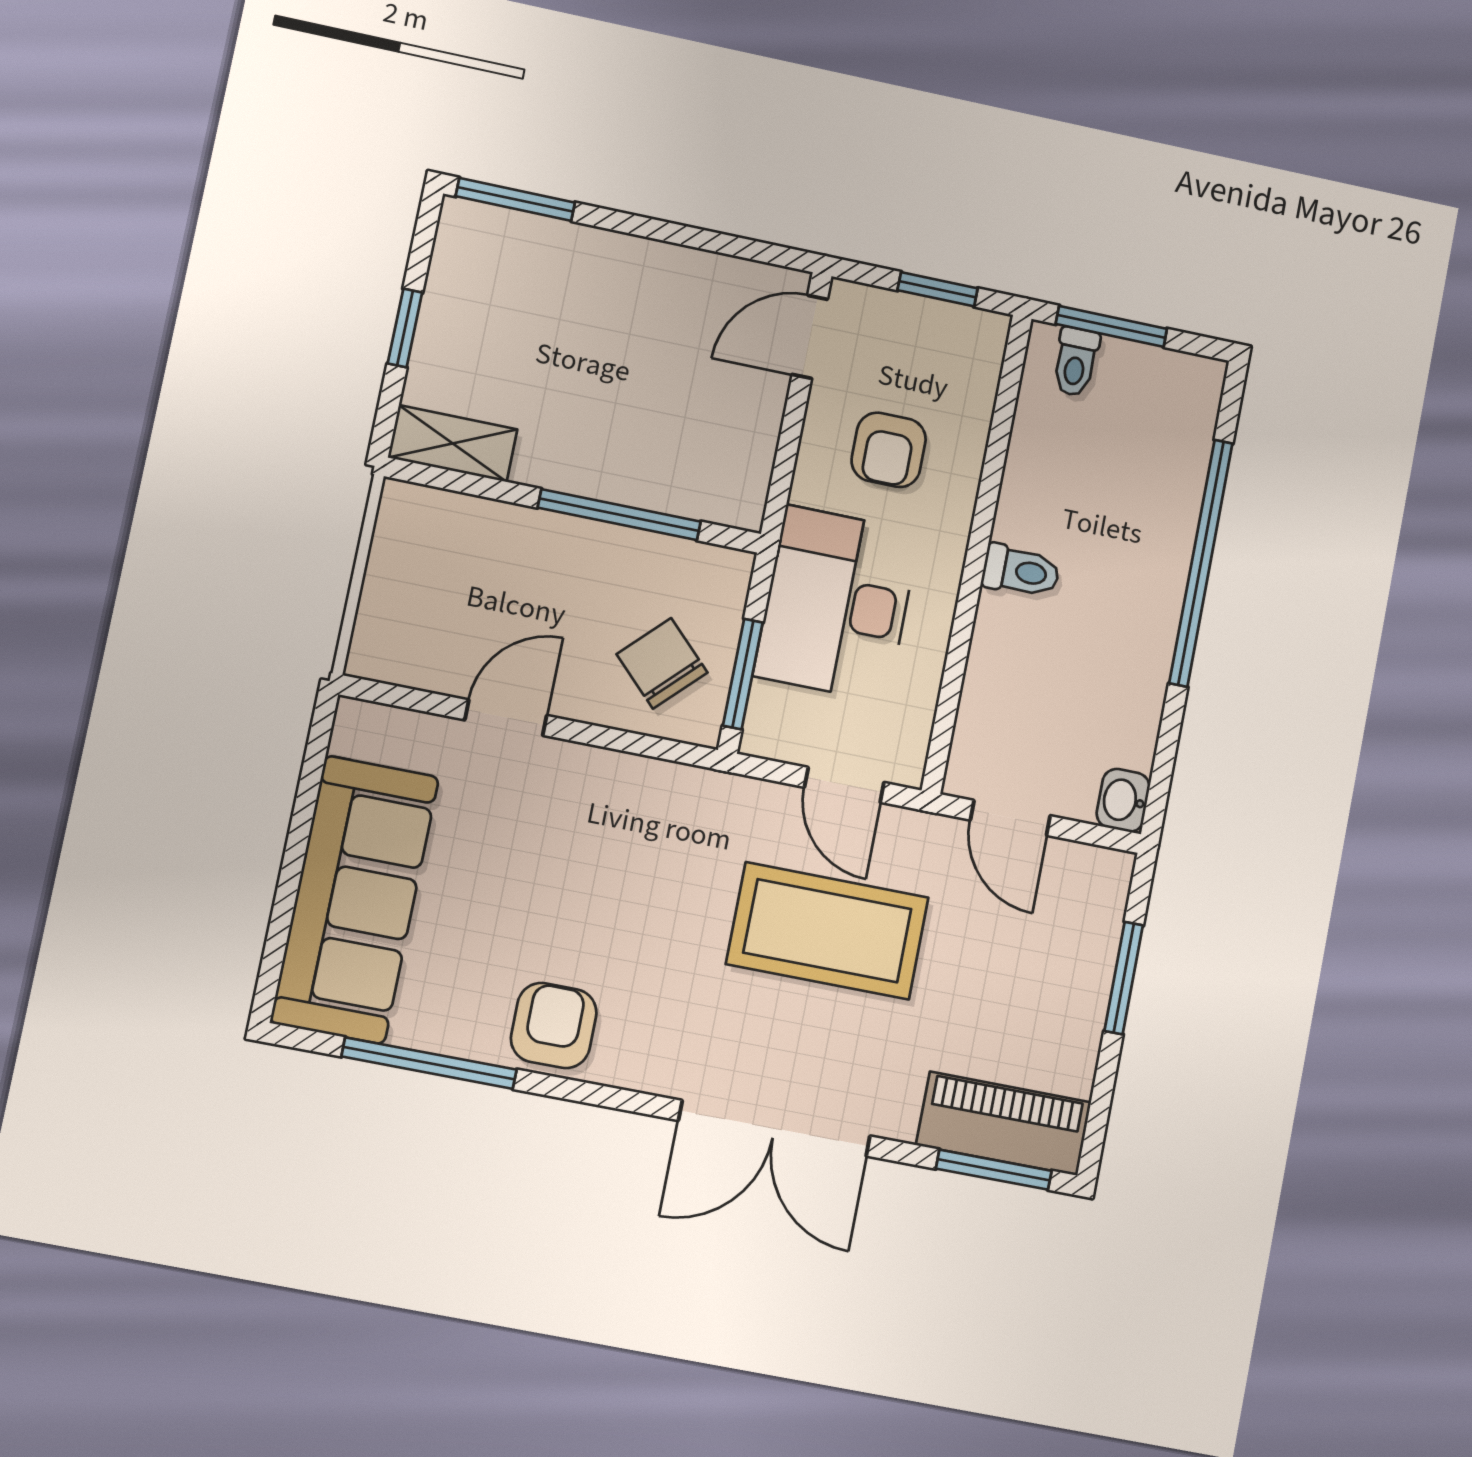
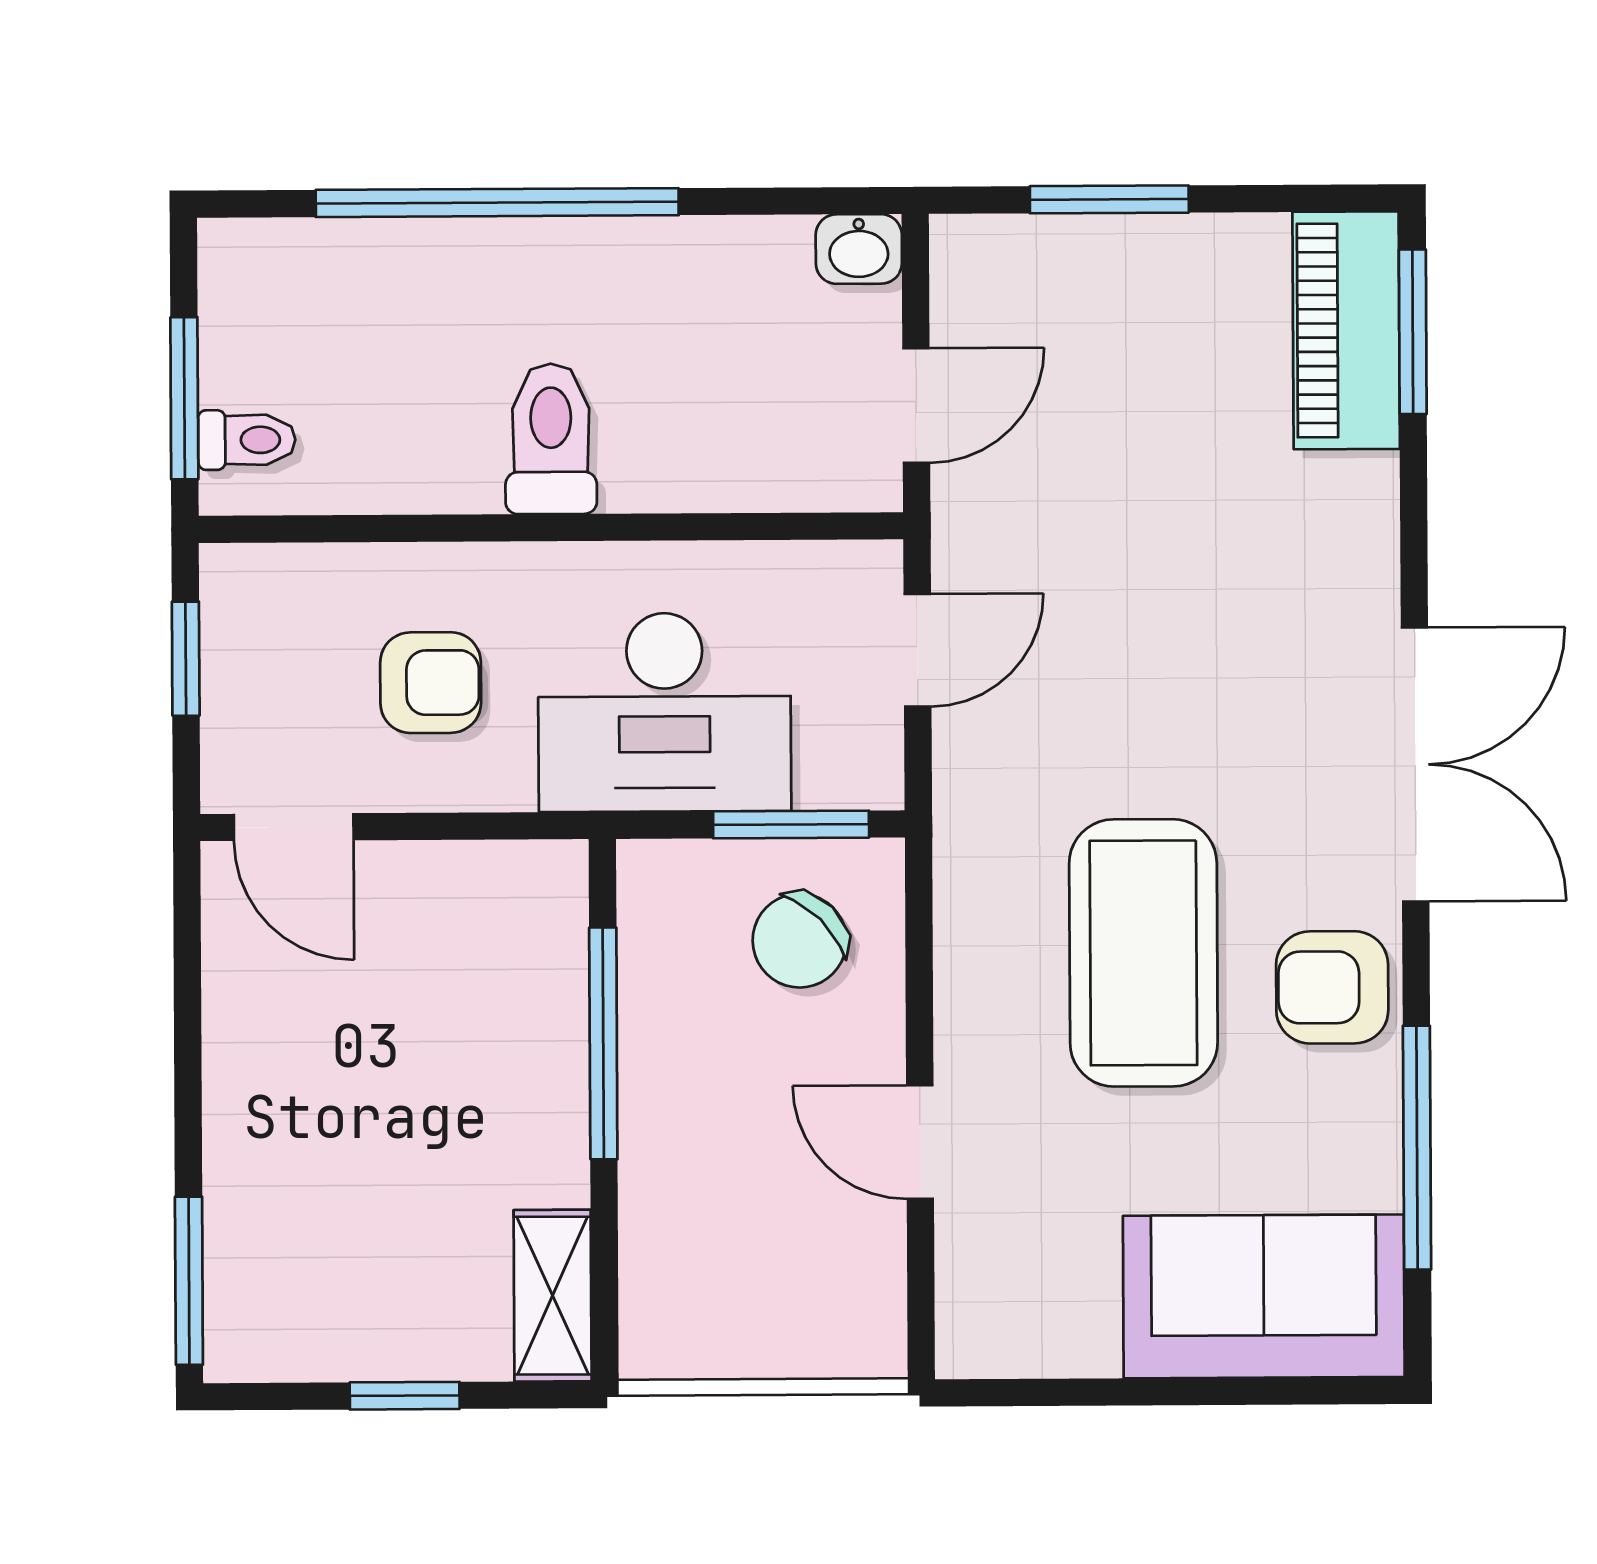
toilet: (1021, 571) -> (551, 439), width x1.37, depth x1.39
sofa: (355, 900) -> (1264, 1296), width x0.73
coffee table: (827, 931) -> (1143, 953), moved
double door: (774, 1128) -> (1415, 765), moved

